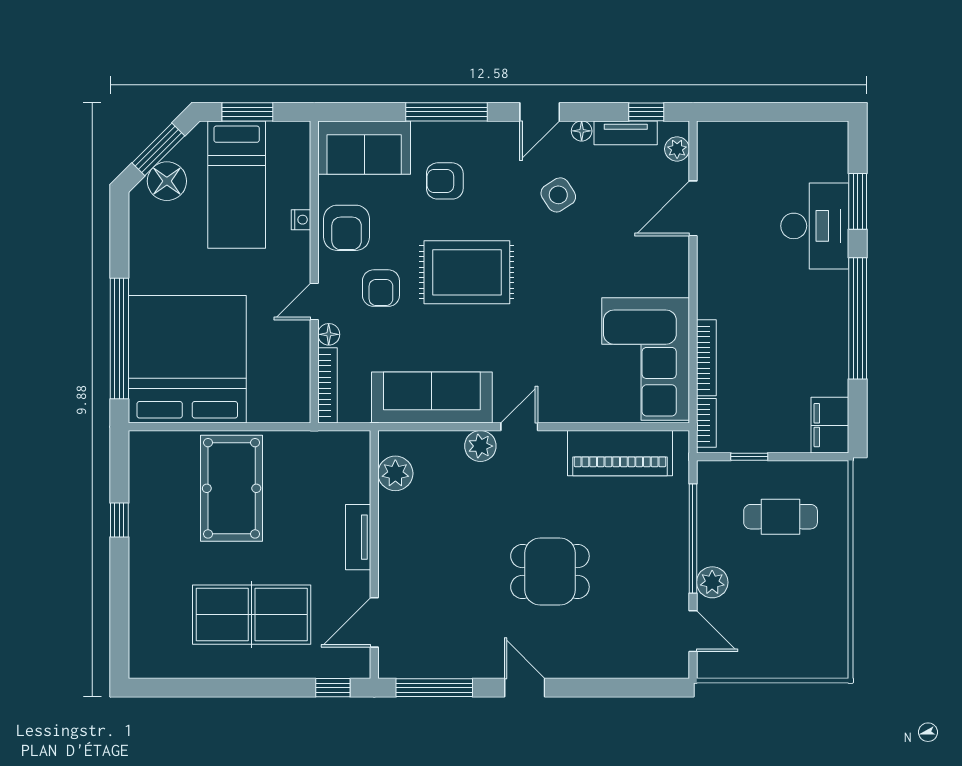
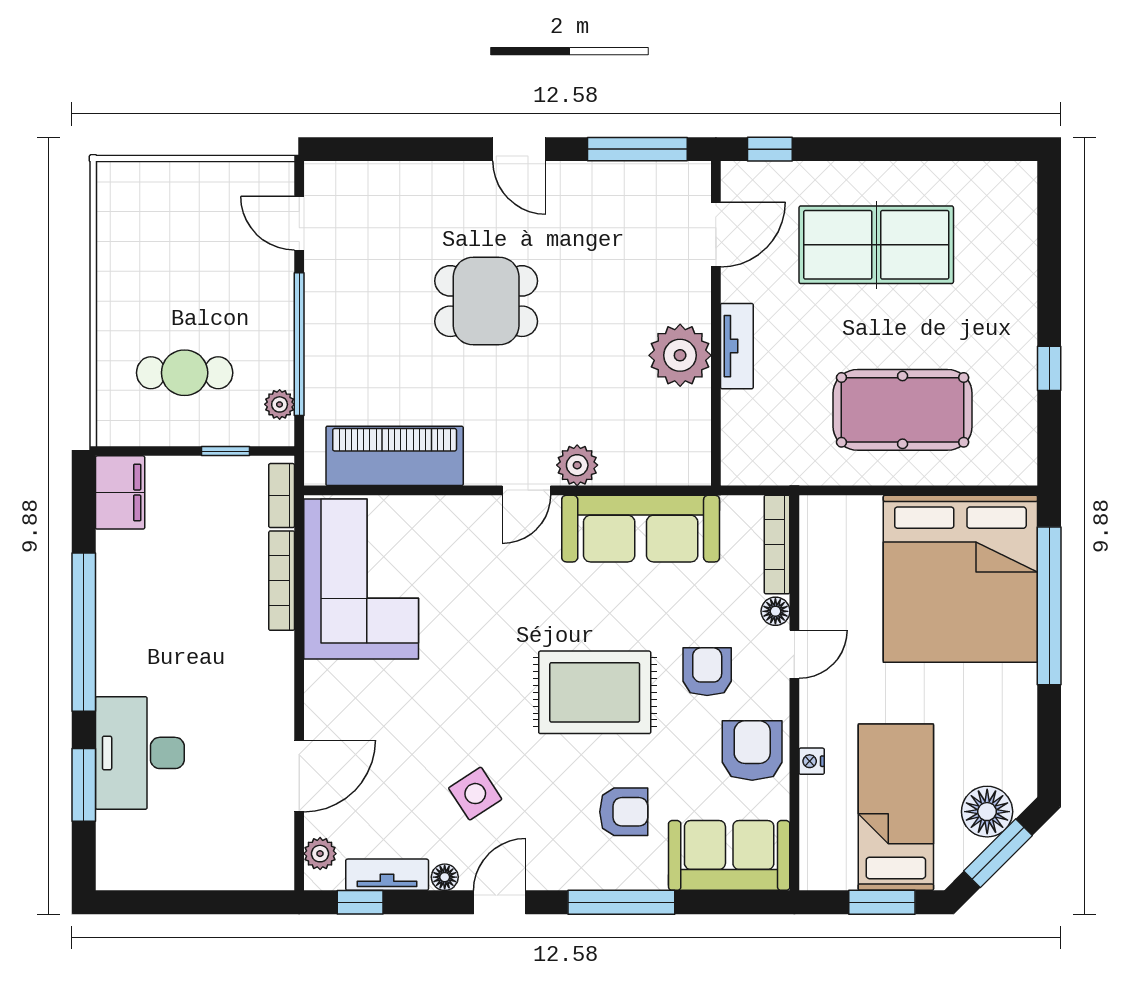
plant: (395, 473) -> (680, 355), moved, width x1.36, depth x1.36
pool table: (232, 488) -> (903, 410), turned 90
plant: (712, 582) -> (280, 404), moved, width x0.73, depth x0.73

